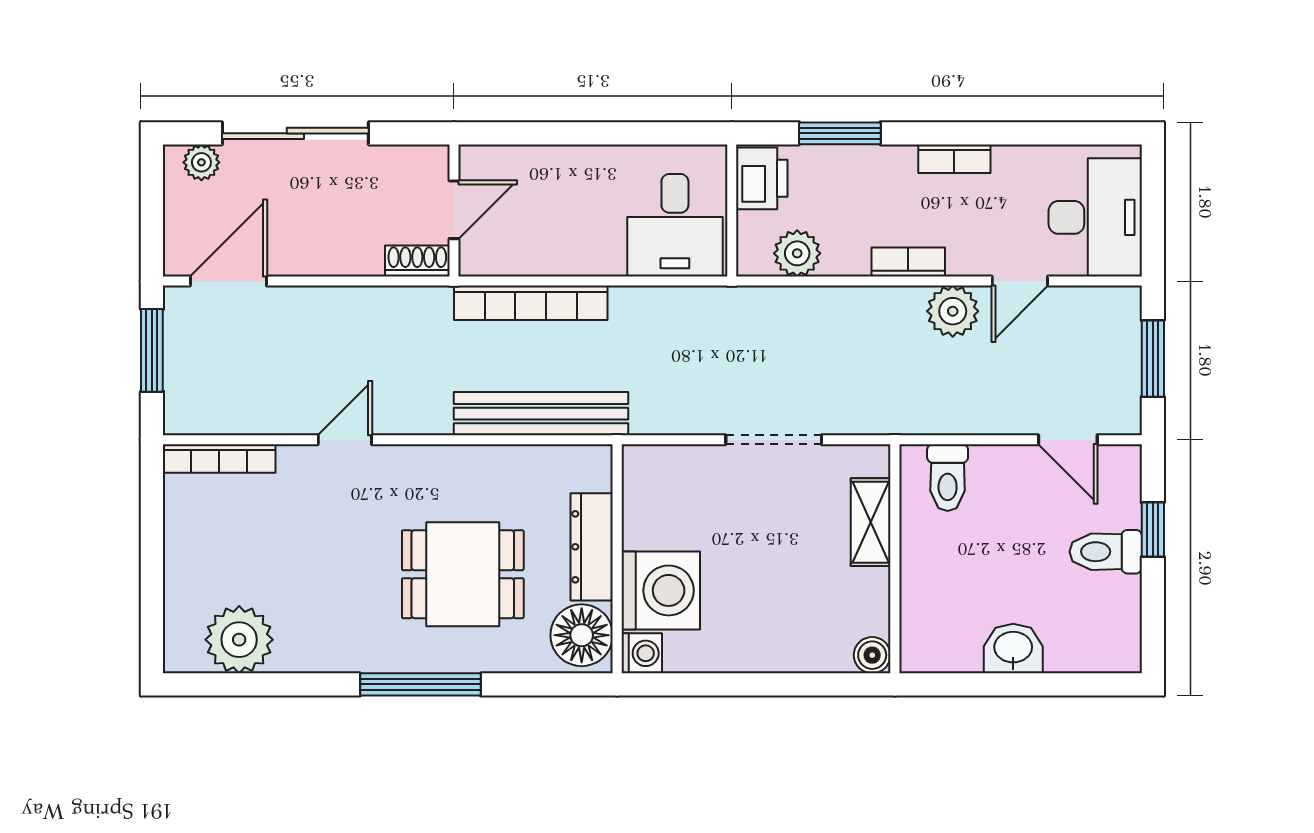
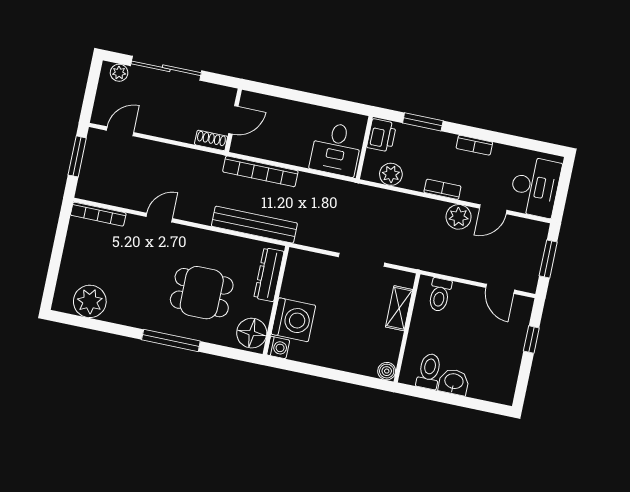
door: (228, 281) -> (120, 131), width x0.73
dresser: (592, 547) -> (269, 275), moved
toilet: (1106, 552) -> (429, 371), moved, turned 90

